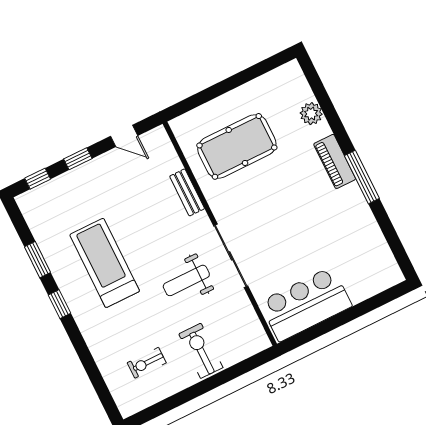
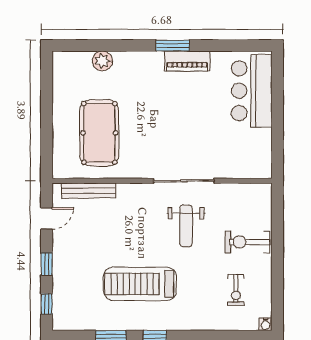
piano: (335, 161) -> (187, 61), moved
window: (362, 177) -> (173, 46), width x0.69
bench: (187, 192) -> (88, 191), moved, width x1.36
bar counter: (306, 304) -> (252, 91), moved
water cooler: (127, 410) -> (266, 324), added

